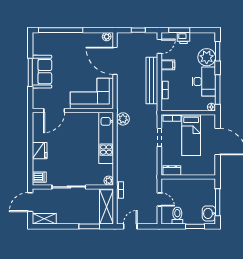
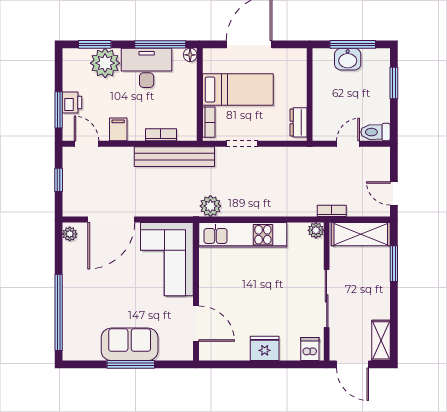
bench: (152, 80) -> (174, 157), moved
washbasin: (209, 213) -> (348, 59), moved
toilet: (177, 216) -> (376, 132), moved

